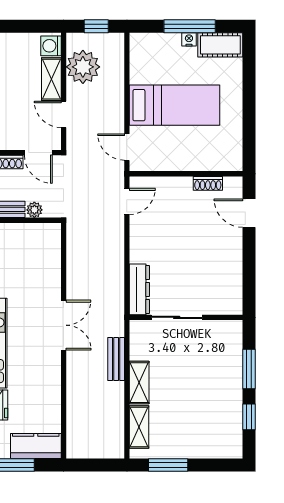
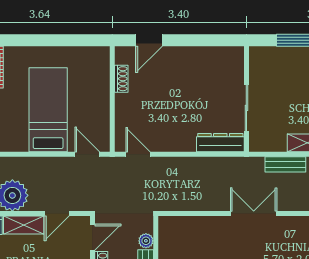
door: (127, 147) -> (87, 154), swing flipped

